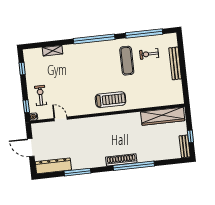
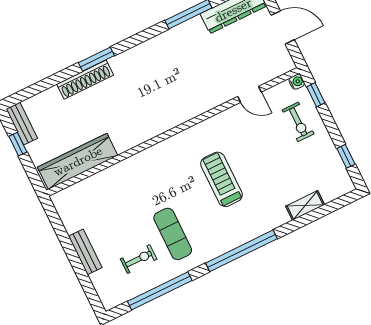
bench: (175, 63) -> (85, 252), width x0.73
treadmill: (111, 100) -> (221, 179), moved, turned 90
shoe rack: (121, 160) -> (85, 80), moved
window: (134, 166) -> (96, 59), width x0.47

